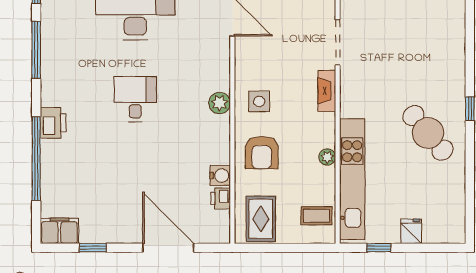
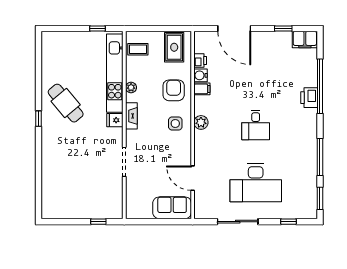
fireplace: (327, 91) -> (131, 116), moved
printer: (53, 123) -> (309, 98), moved
filing cabinet: (218, 155) -> (202, 89), added
fridge: (411, 231) -> (115, 120), moved, turned 90

